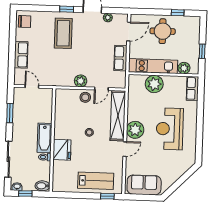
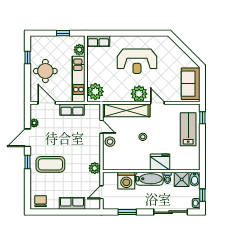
plant: (81, 81) -> (95, 168), moved
plant: (154, 84) -> (95, 92), moved
washing machine: (43, 113) -> (126, 181), added
shower: (43, 172) -> (182, 179), added

